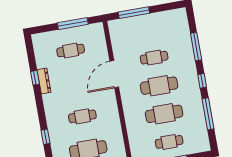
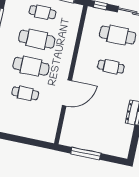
window: (134, 13) -> (27, 141), removed
cafe table: (71, 50) -> (97, 130), removed

